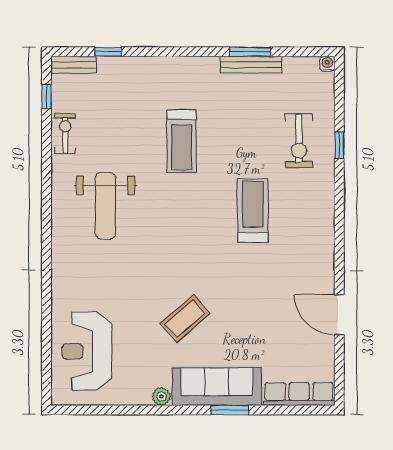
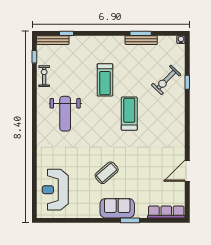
bench: (74, 65) -> (53, 40), width x1.36
exercise bike: (299, 141) -> (166, 80), turned 44
treadmill: (253, 211) -> (129, 114), moved
door: (339, 315) -> (187, 171), hinge flipped
sofa: (217, 387) -> (117, 208), width x0.73
plant: (161, 396) -> (94, 213), removed

